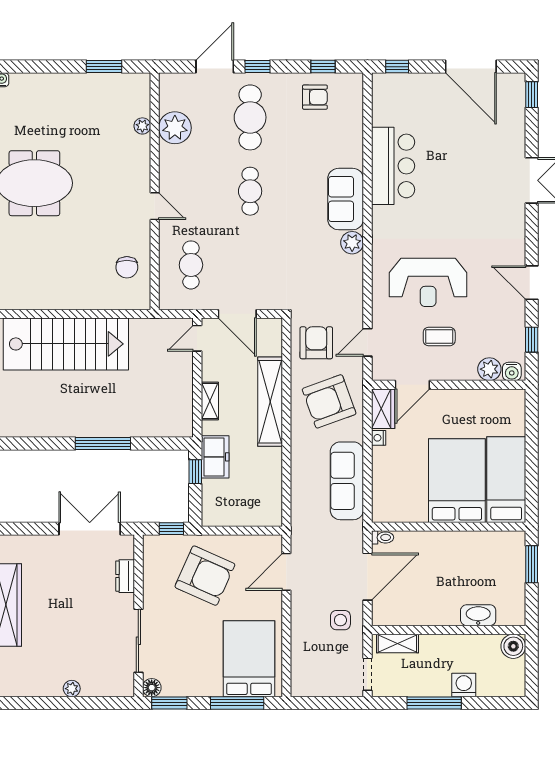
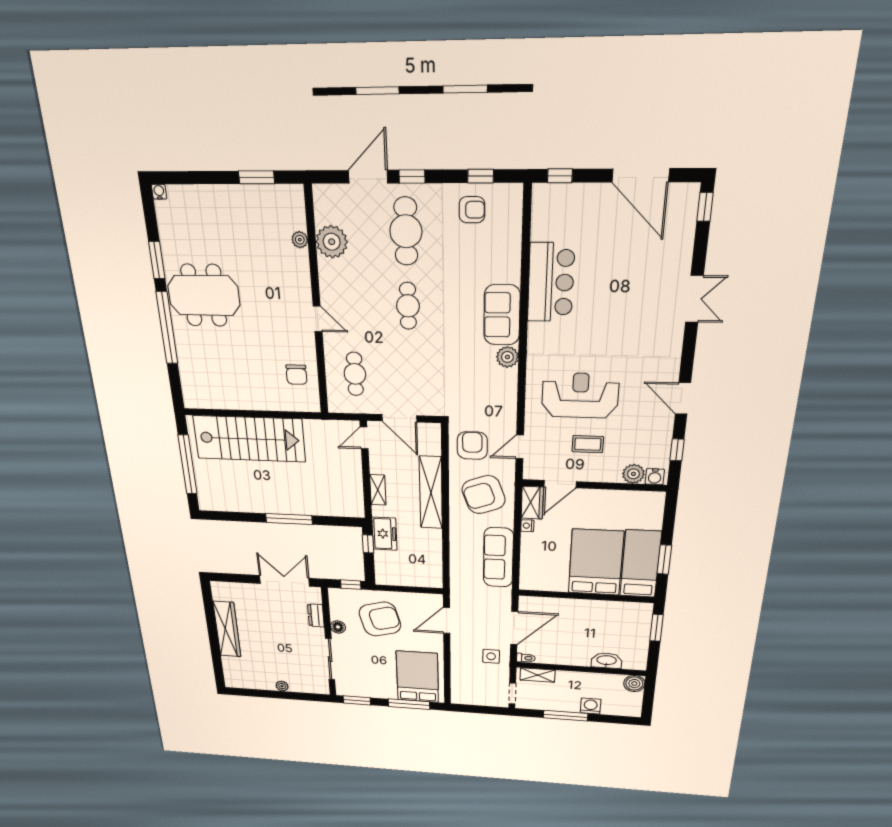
reception desk: (428, 282) -> (580, 395), turned 180
window: (532, 473) -> (664, 560), added
toilet: (383, 537) -> (526, 658), moved
armchair: (205, 576) -> (380, 619), turned -39
floor lamp: (152, 688) -> (338, 627), moved

